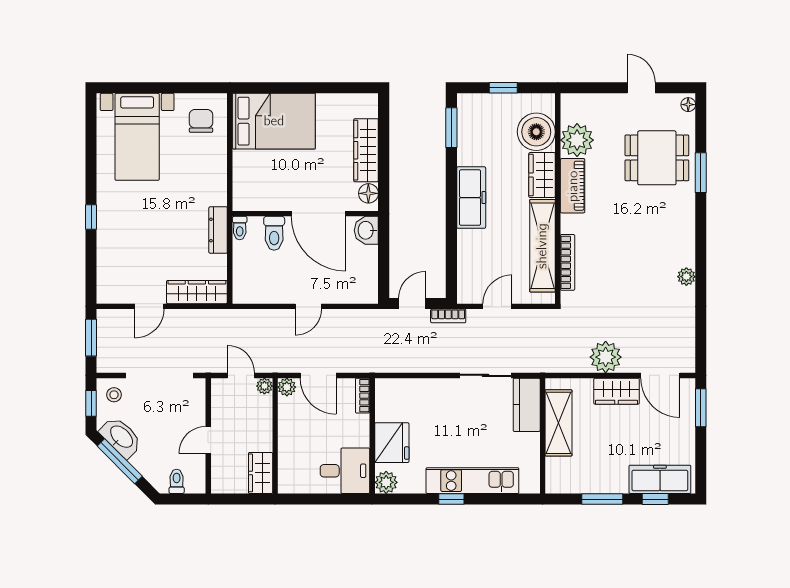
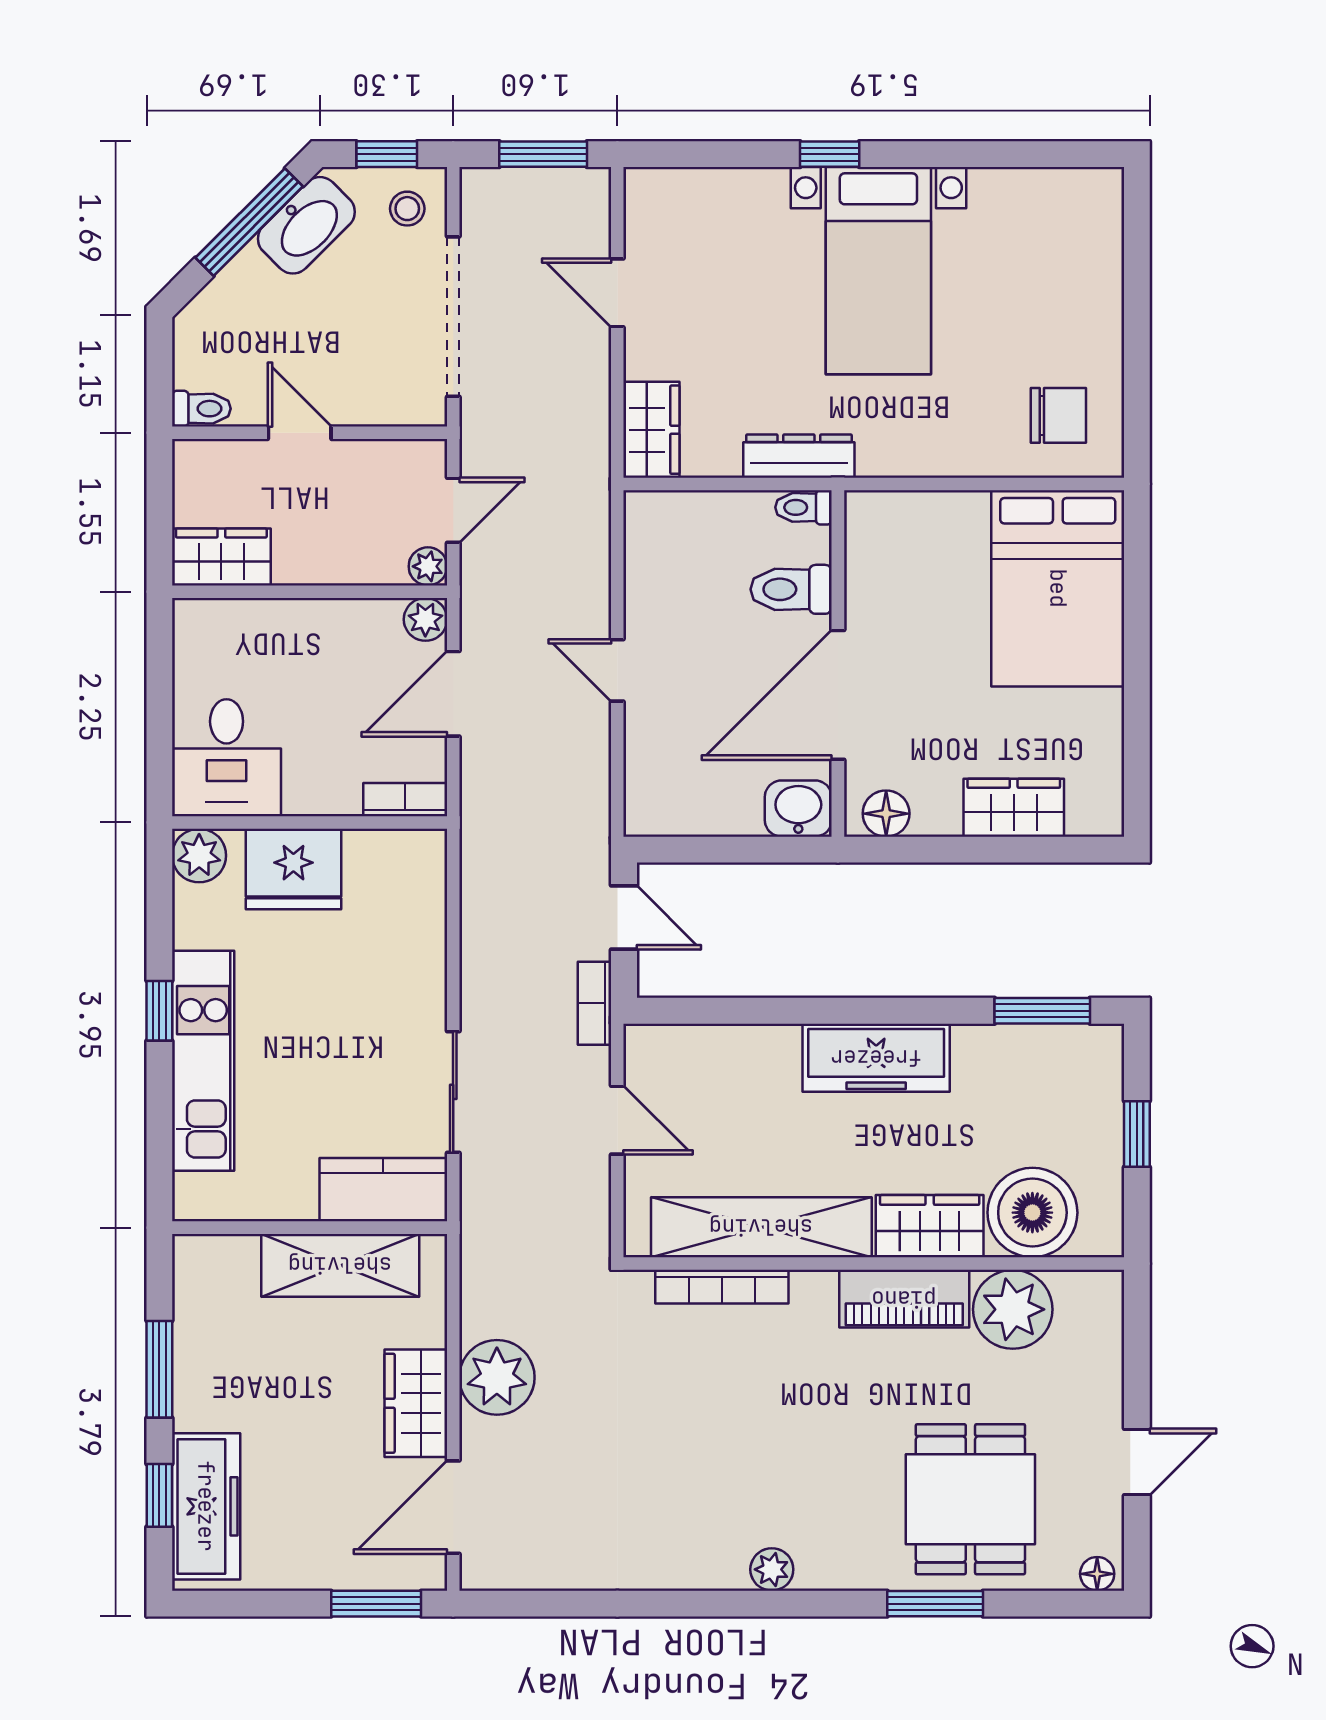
bed with nightstands: (137, 137) -> (878, 271), moved, turned -90
wardrobe: (366, 150) -> (1014, 808), width x0.67
plant: (686, 277) -> (772, 1569), moved
wardrobe: (197, 292) -> (651, 430), width x0.67
toilet: (177, 481) -> (201, 409), moved

